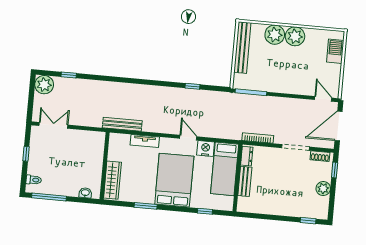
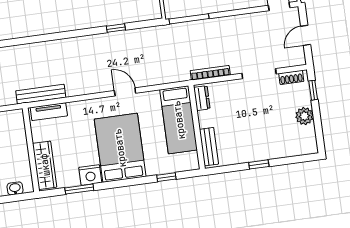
door: (339, 126) -> (306, 35), width x0.53
tv unit: (145, 141) -> (49, 112), moved
nightstand: (206, 148) -> (90, 175), moved, turned 180
bench: (245, 181) -> (209, 147), moved
window: (146, 206) -> (79, 189), moved
window: (308, 221) -> (259, 164), moved

